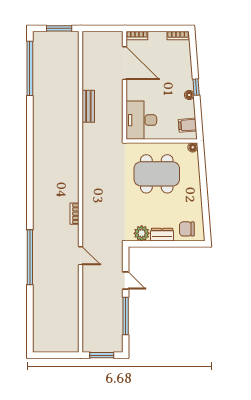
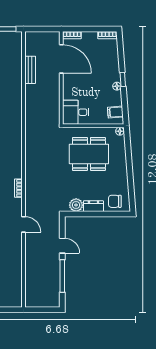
bench: (88, 106) -> (30, 70), moved
desk: (141, 120) -> (76, 112), width x0.73
window: (102, 355) -> (42, 310), removed

